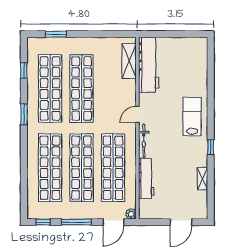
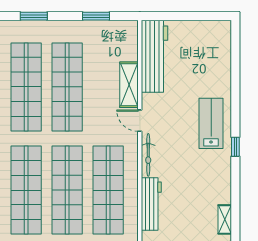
window: (104, 34) -> (96, 16), added
shelving: (129, 61) -> (129, 85), moved
door: (137, 114) -> (140, 121), hinge flipped
window: (211, 147) -> (235, 147), moved
shelving: (203, 179) -> (225, 219), moved

